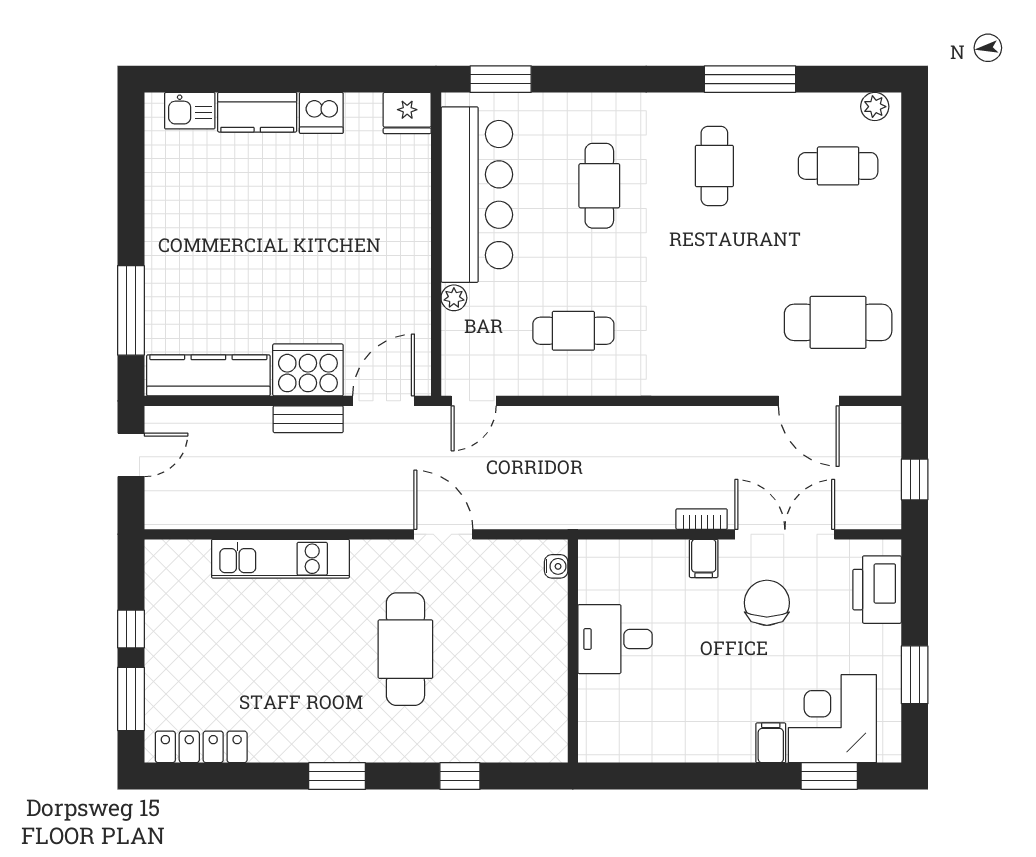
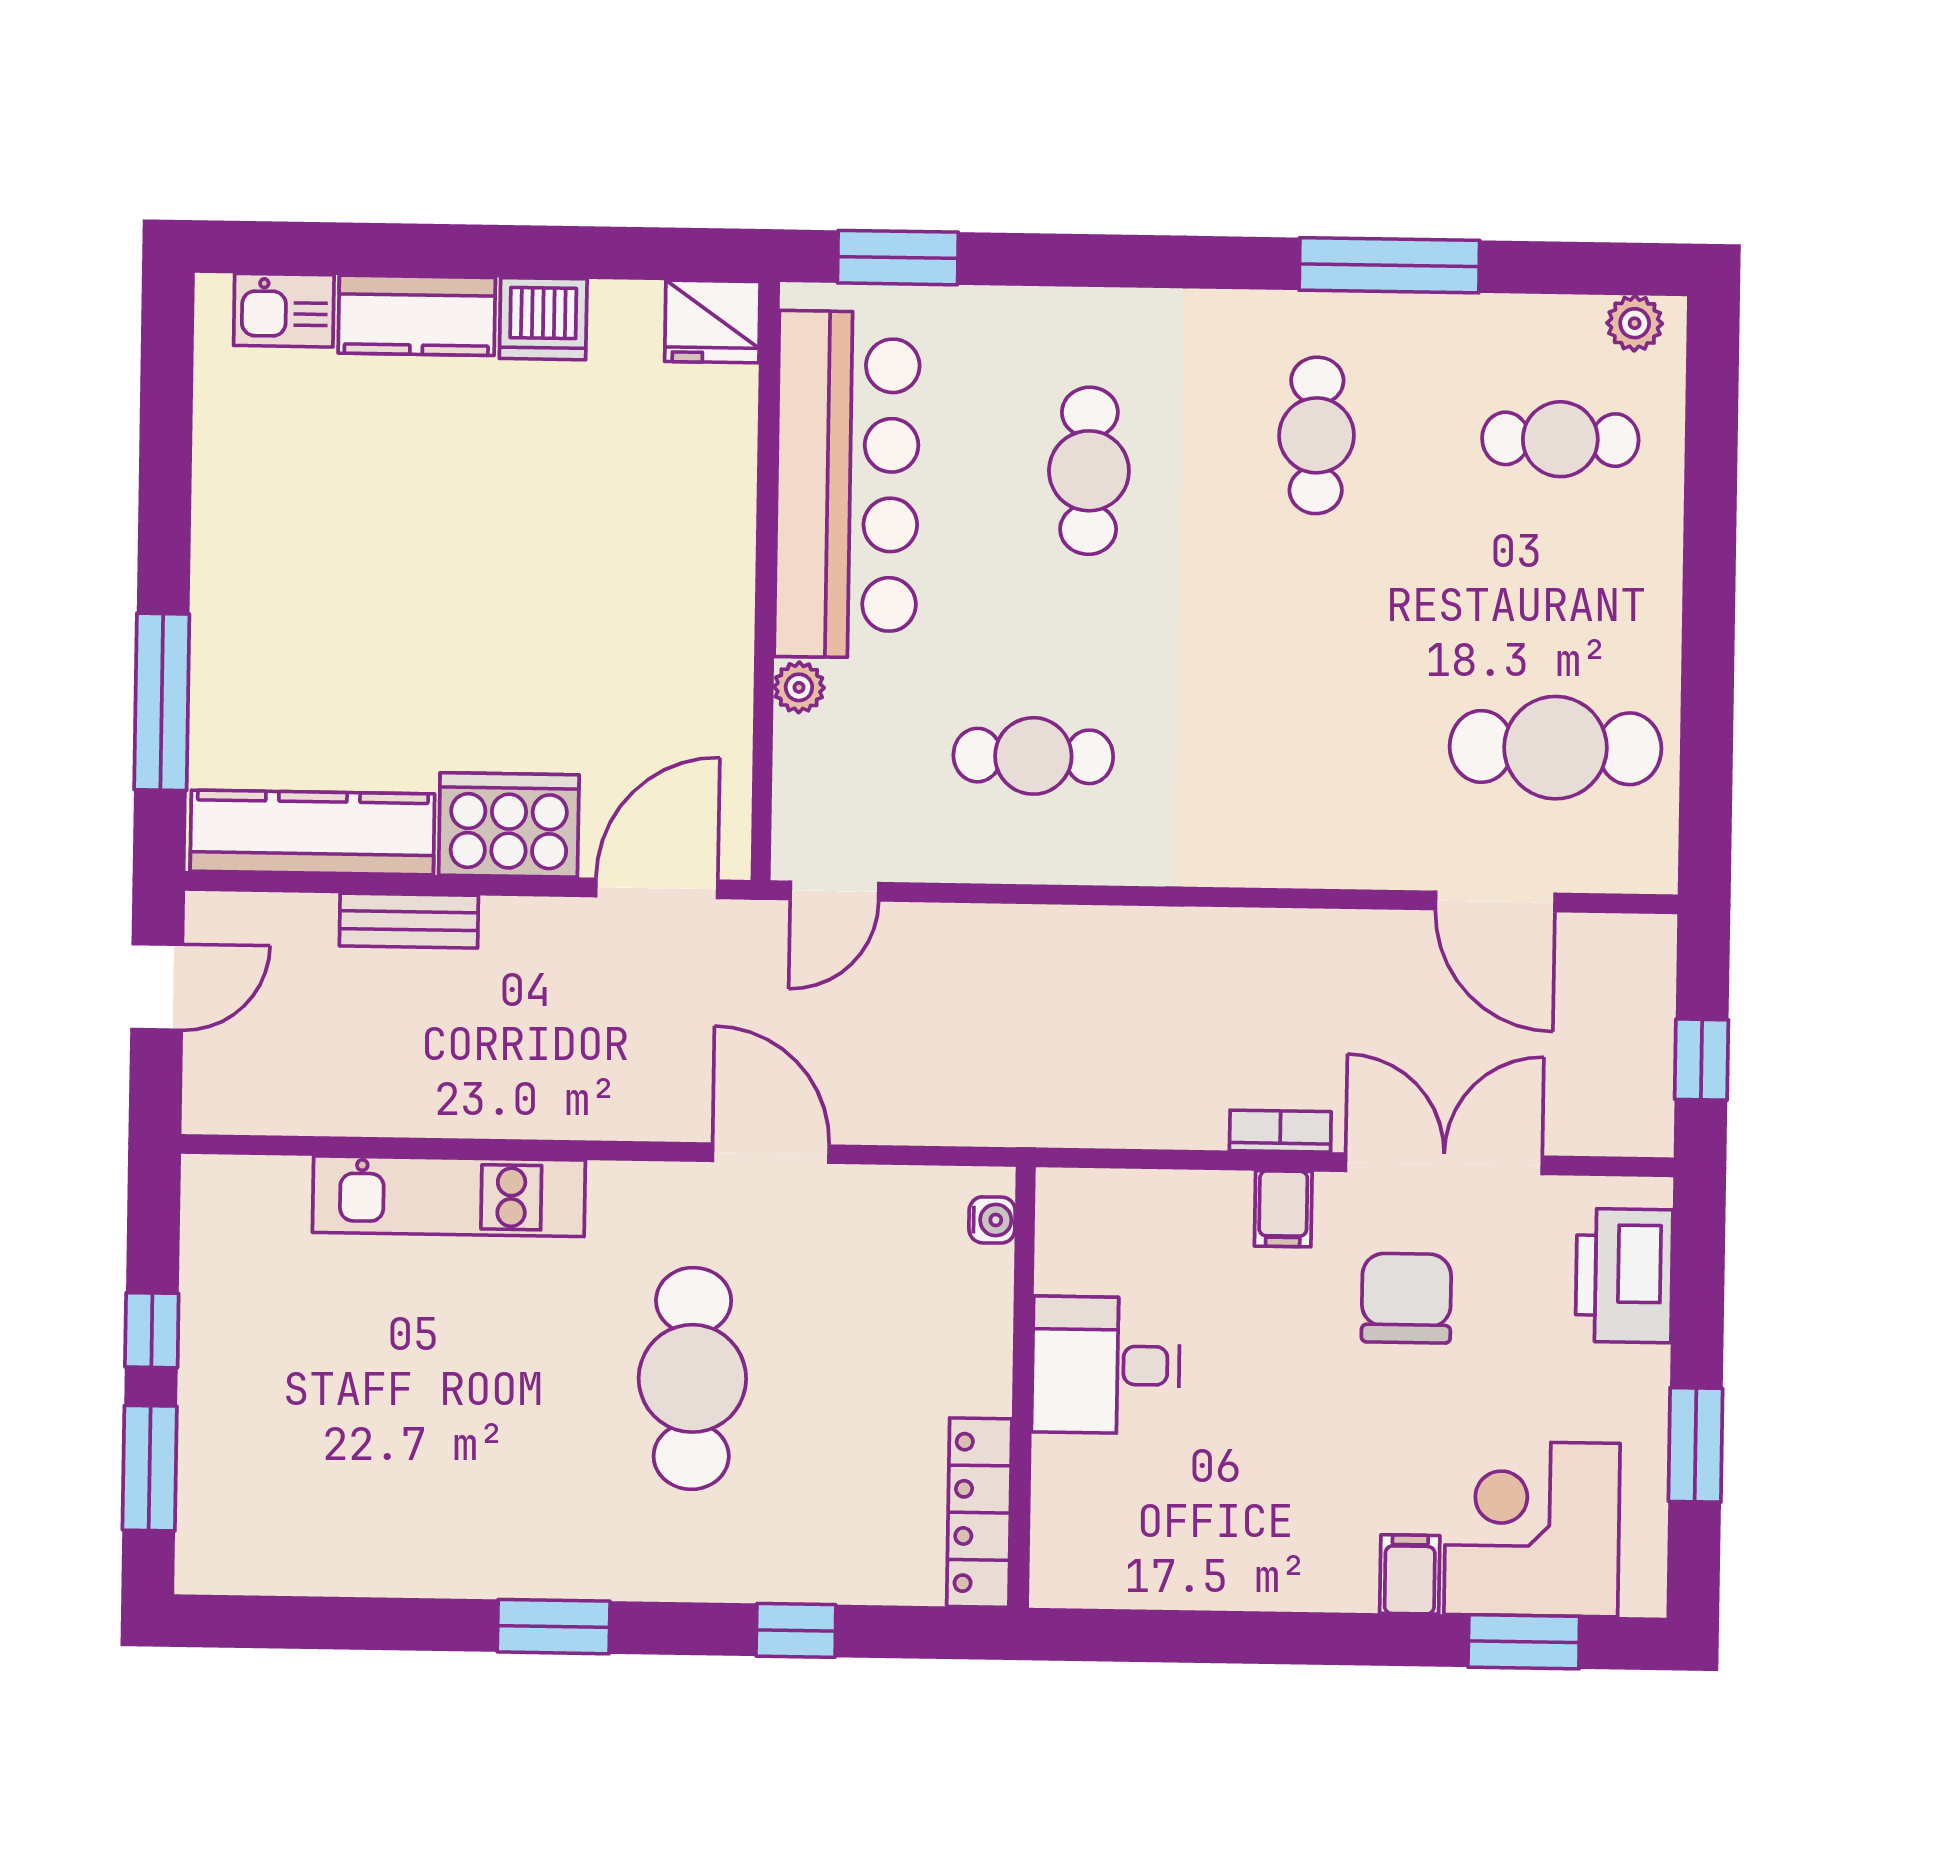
bench: (308, 419) -> (409, 921), moved
locker: (201, 747) -> (979, 1513), moved, turned -90

